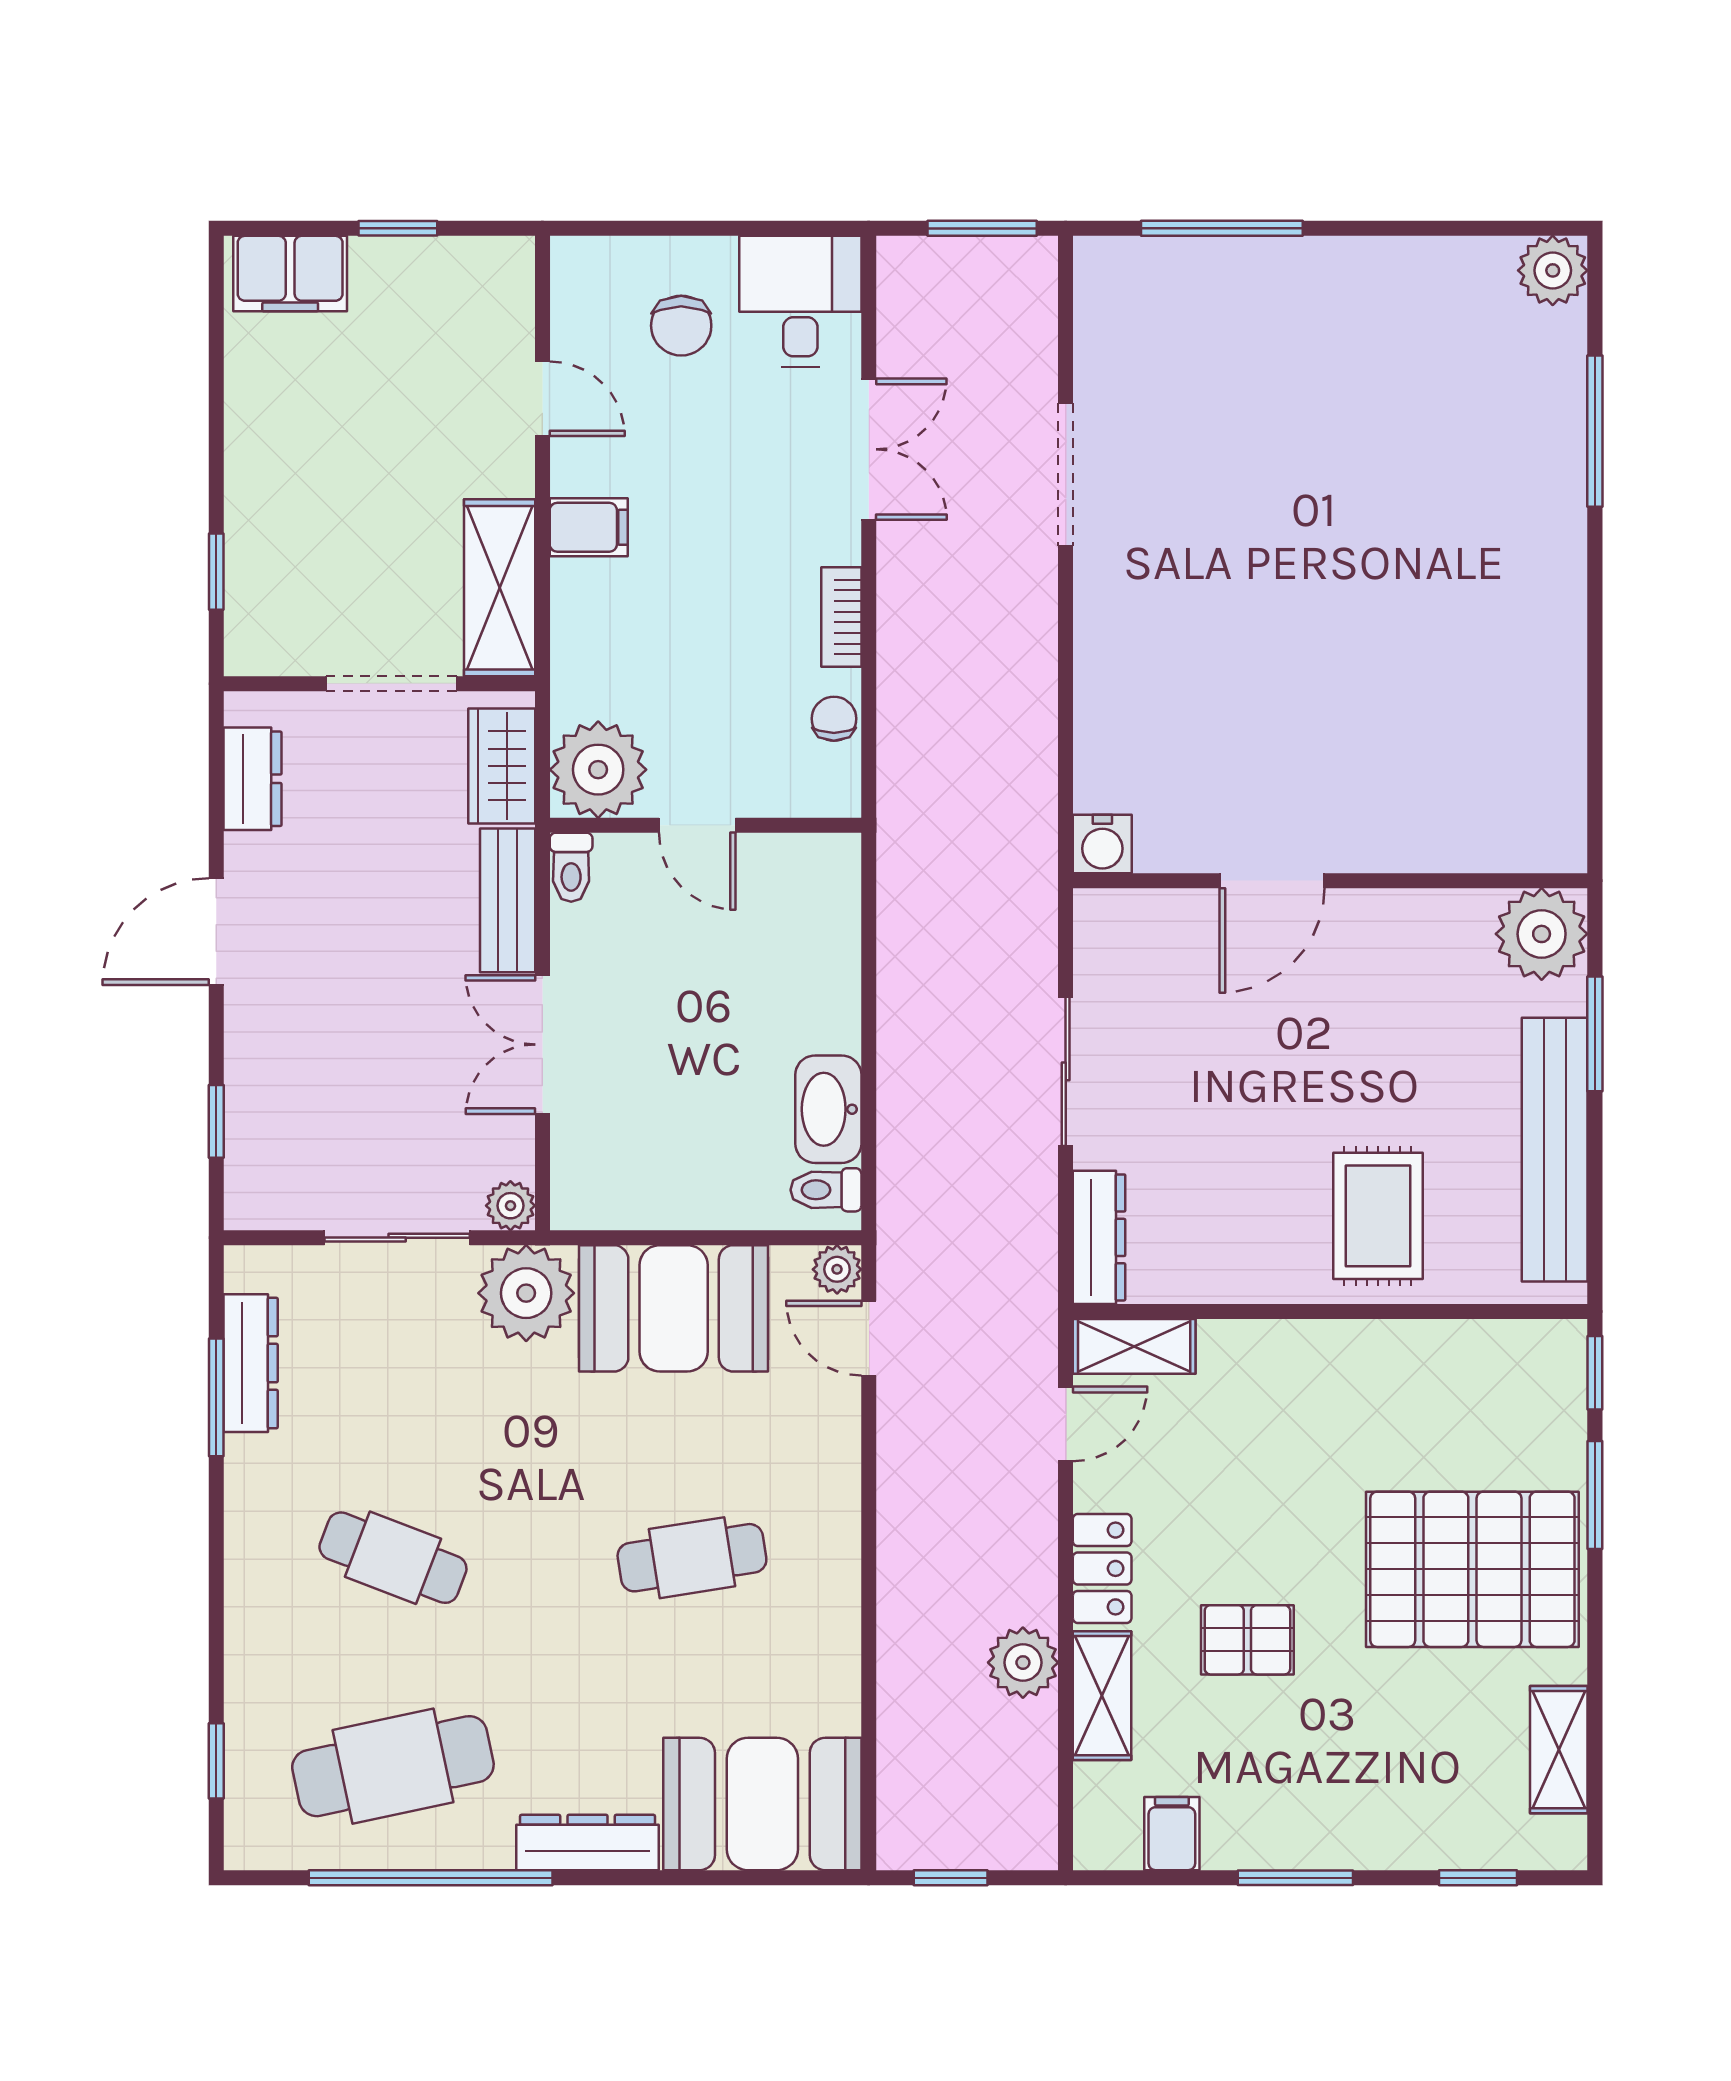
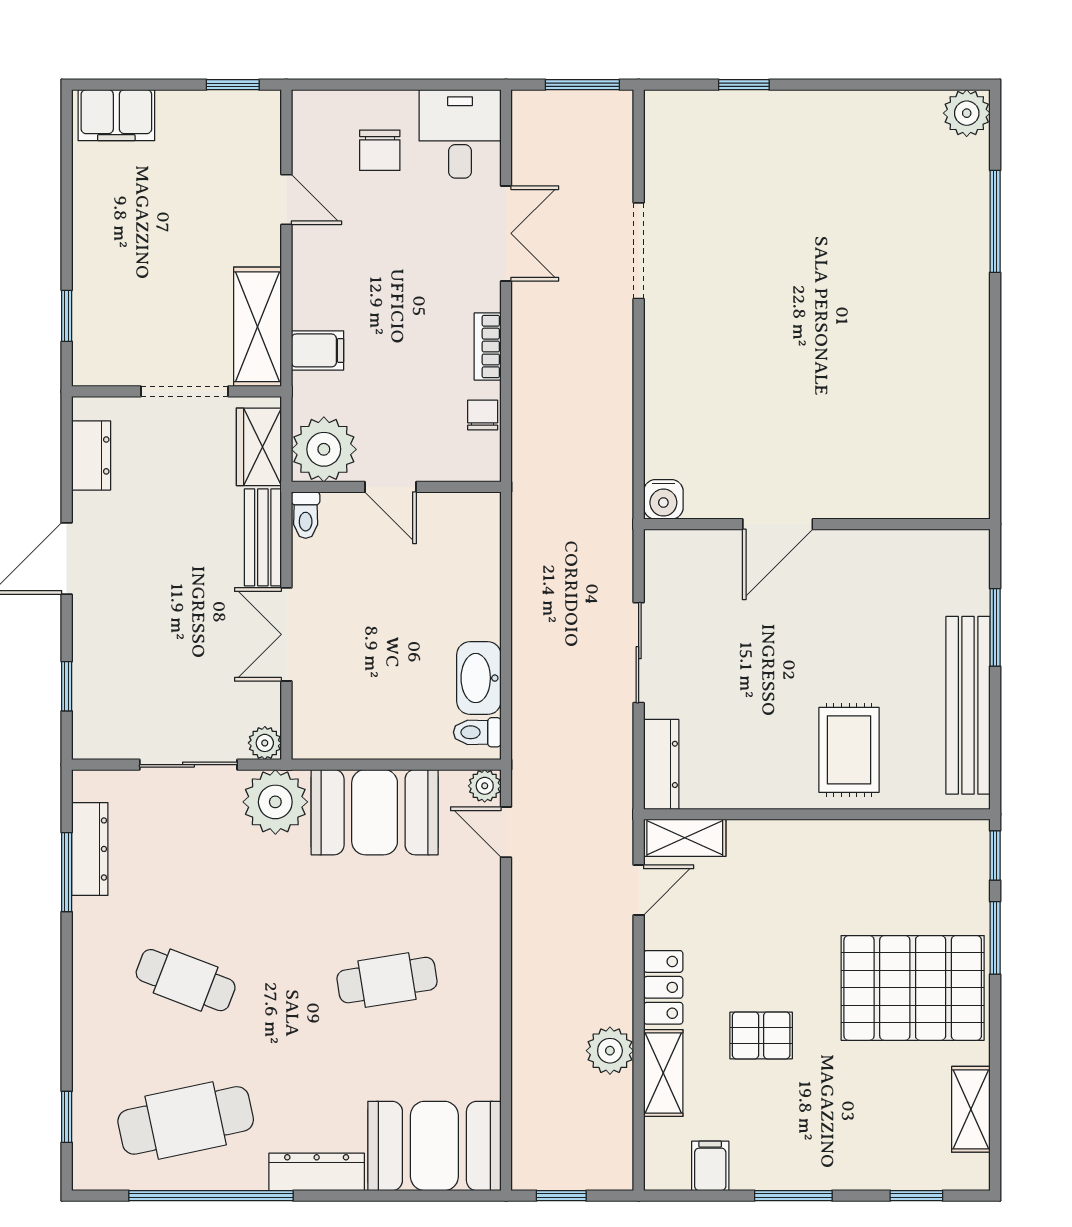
window: (398, 228) -> (233, 85), moved
window: (1222, 228) -> (744, 85), width x0.46
filing cabinet: (589, 527) -> (317, 350), moved
plant: (1542, 934) -> (959, 560), removed

